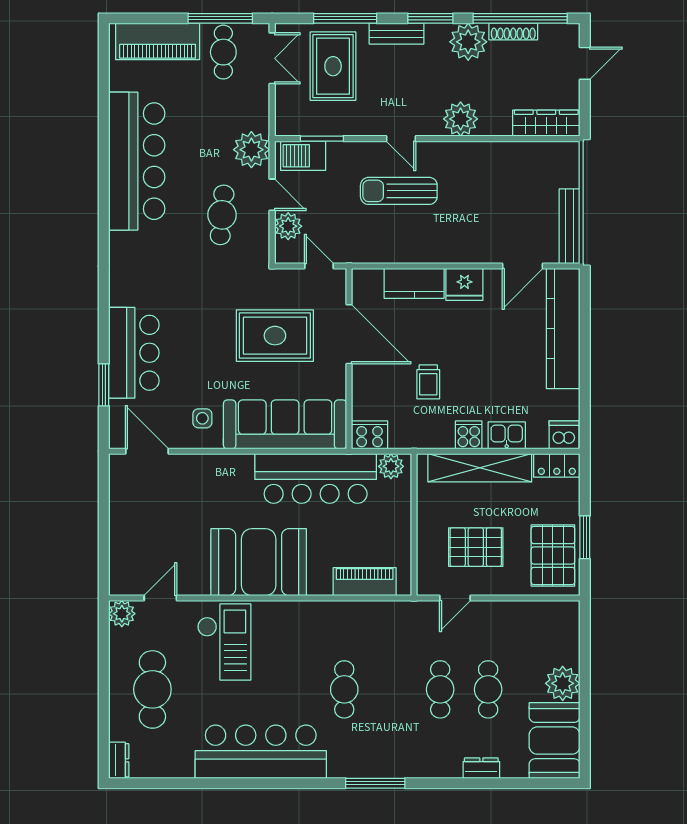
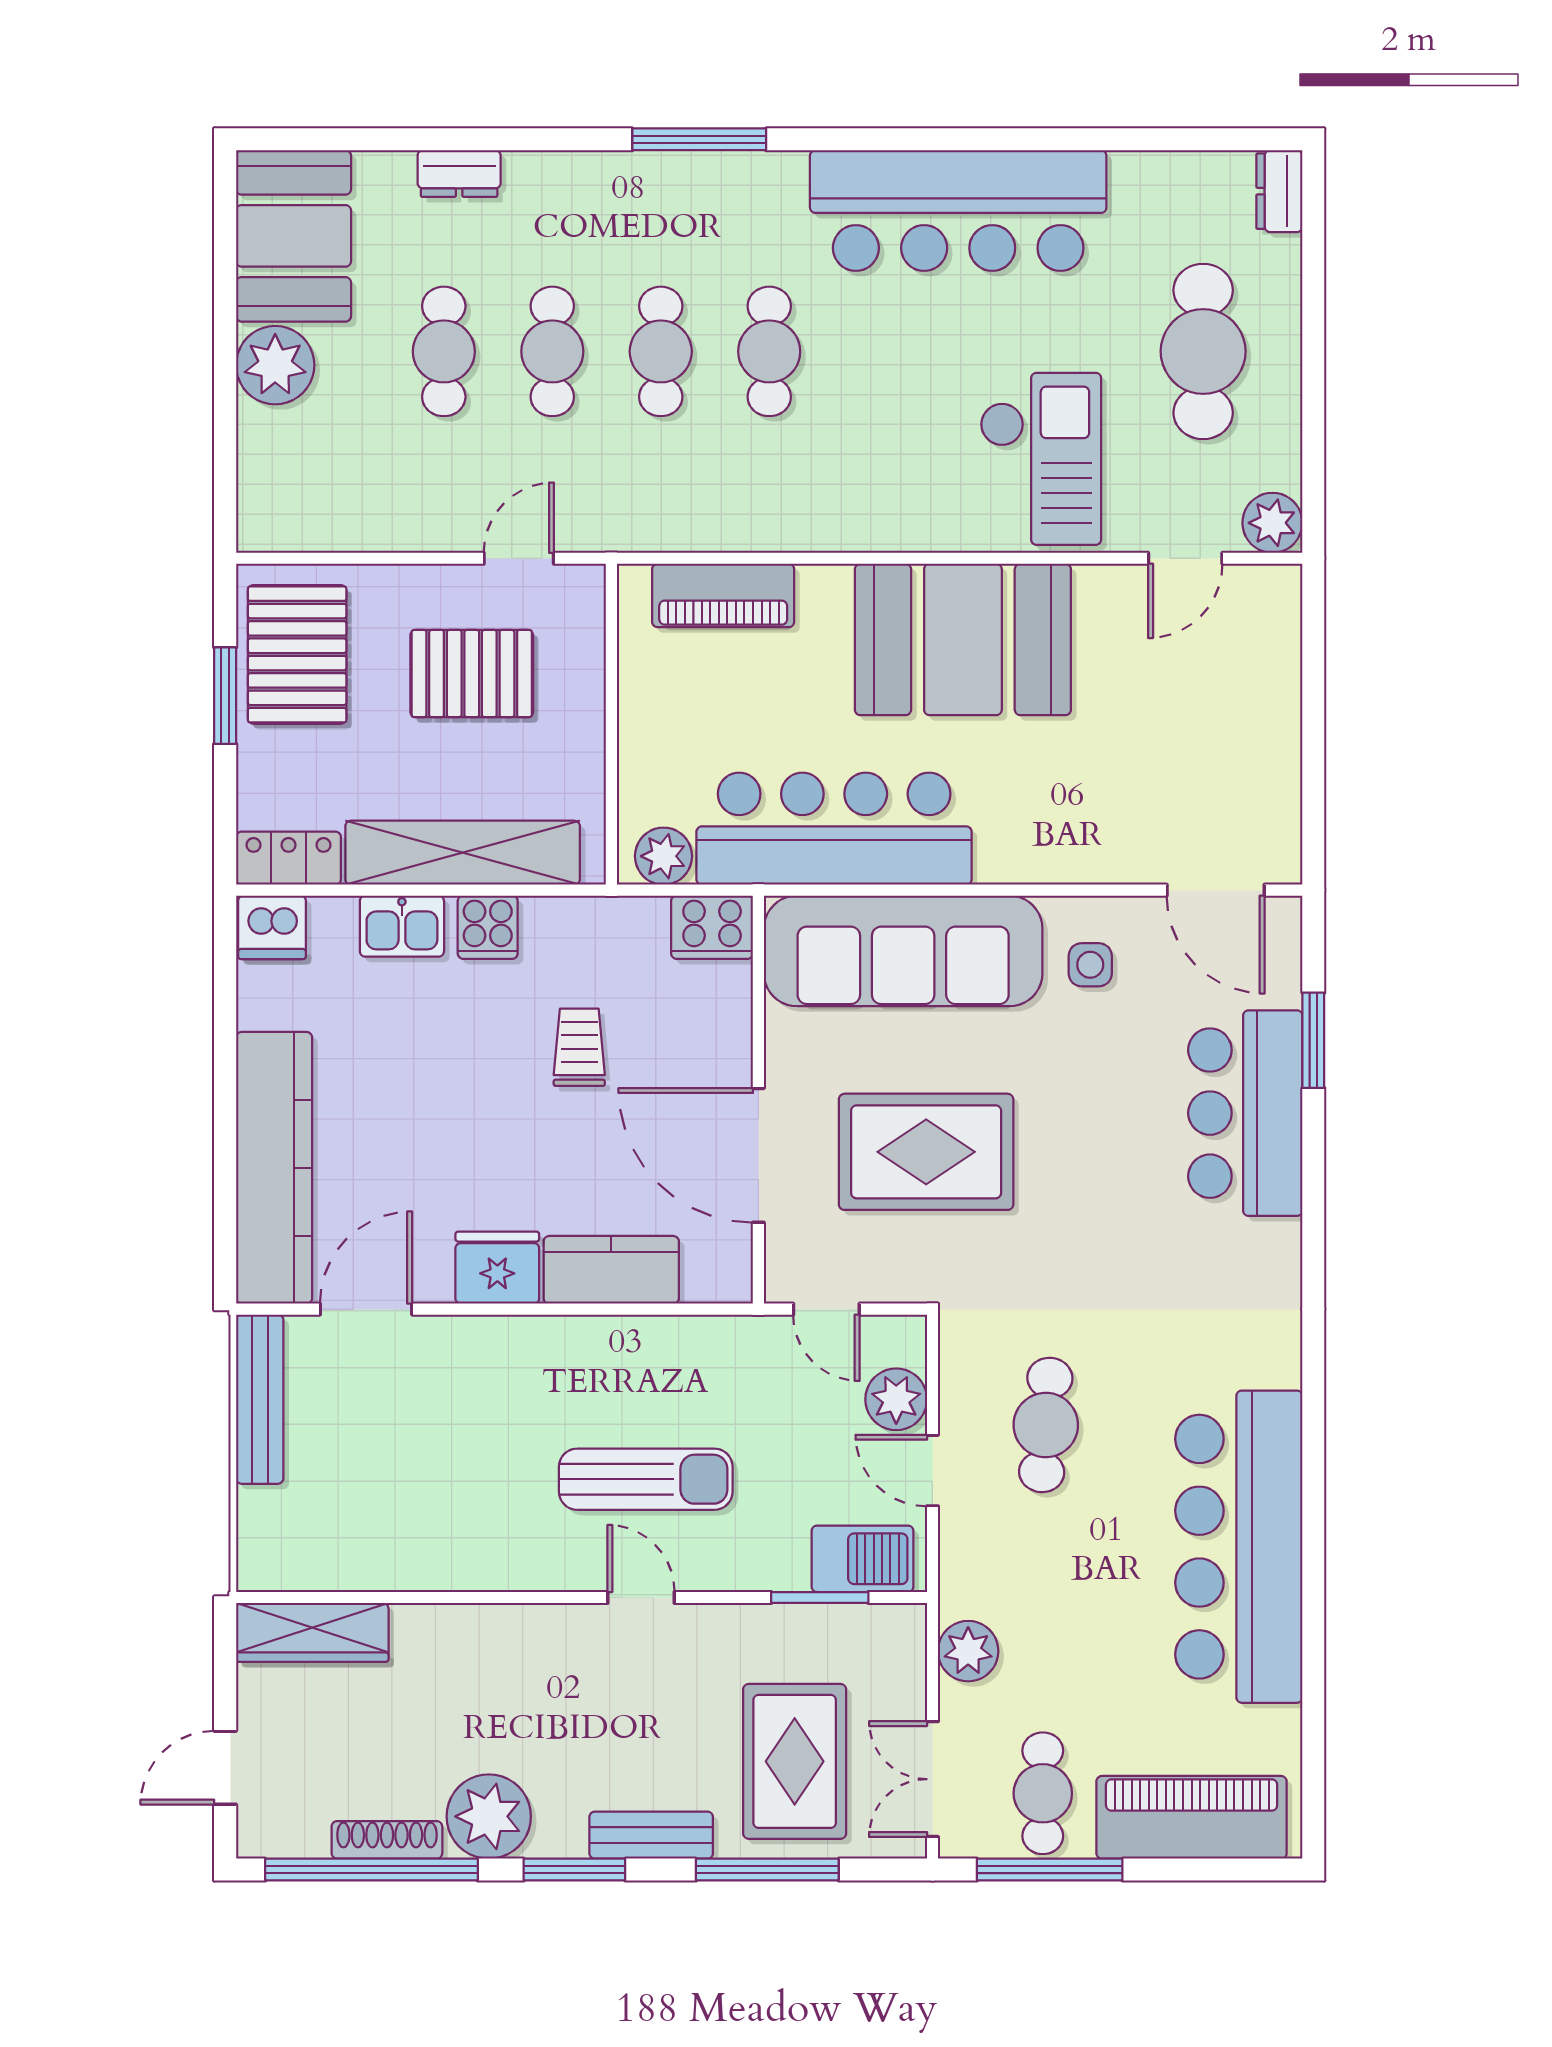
plant: (461, 119) -> (506, 1642), removed
plant: (251, 150) -> (968, 1651), moved, width x0.73, depth x0.73
checkout: (224, 642) -> (1041, 459), turned 180
cafe table: (392, 689) -> (661, 351), added

